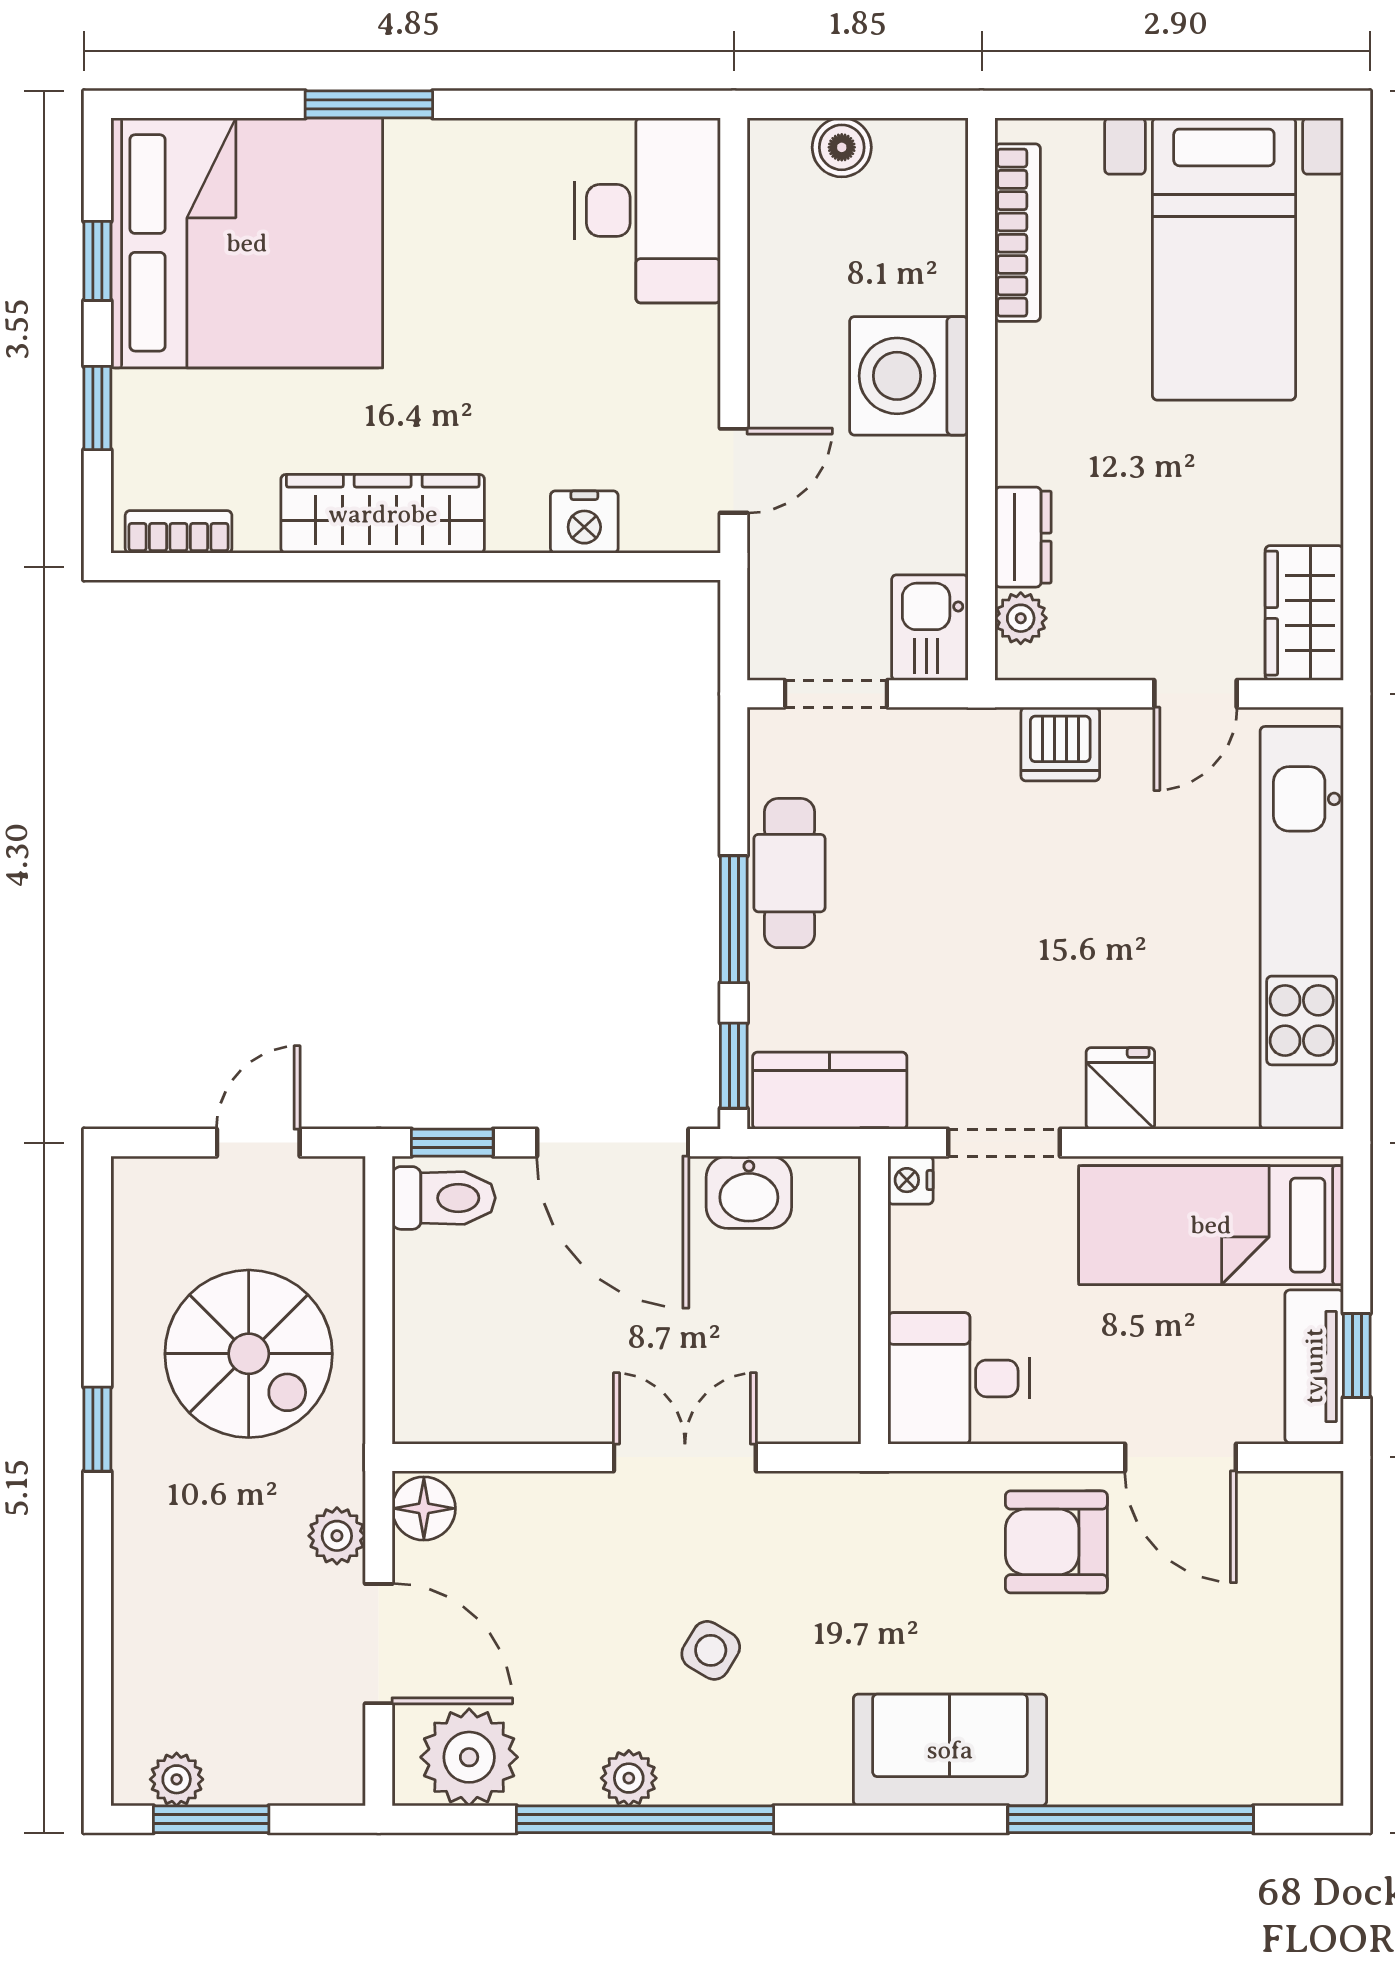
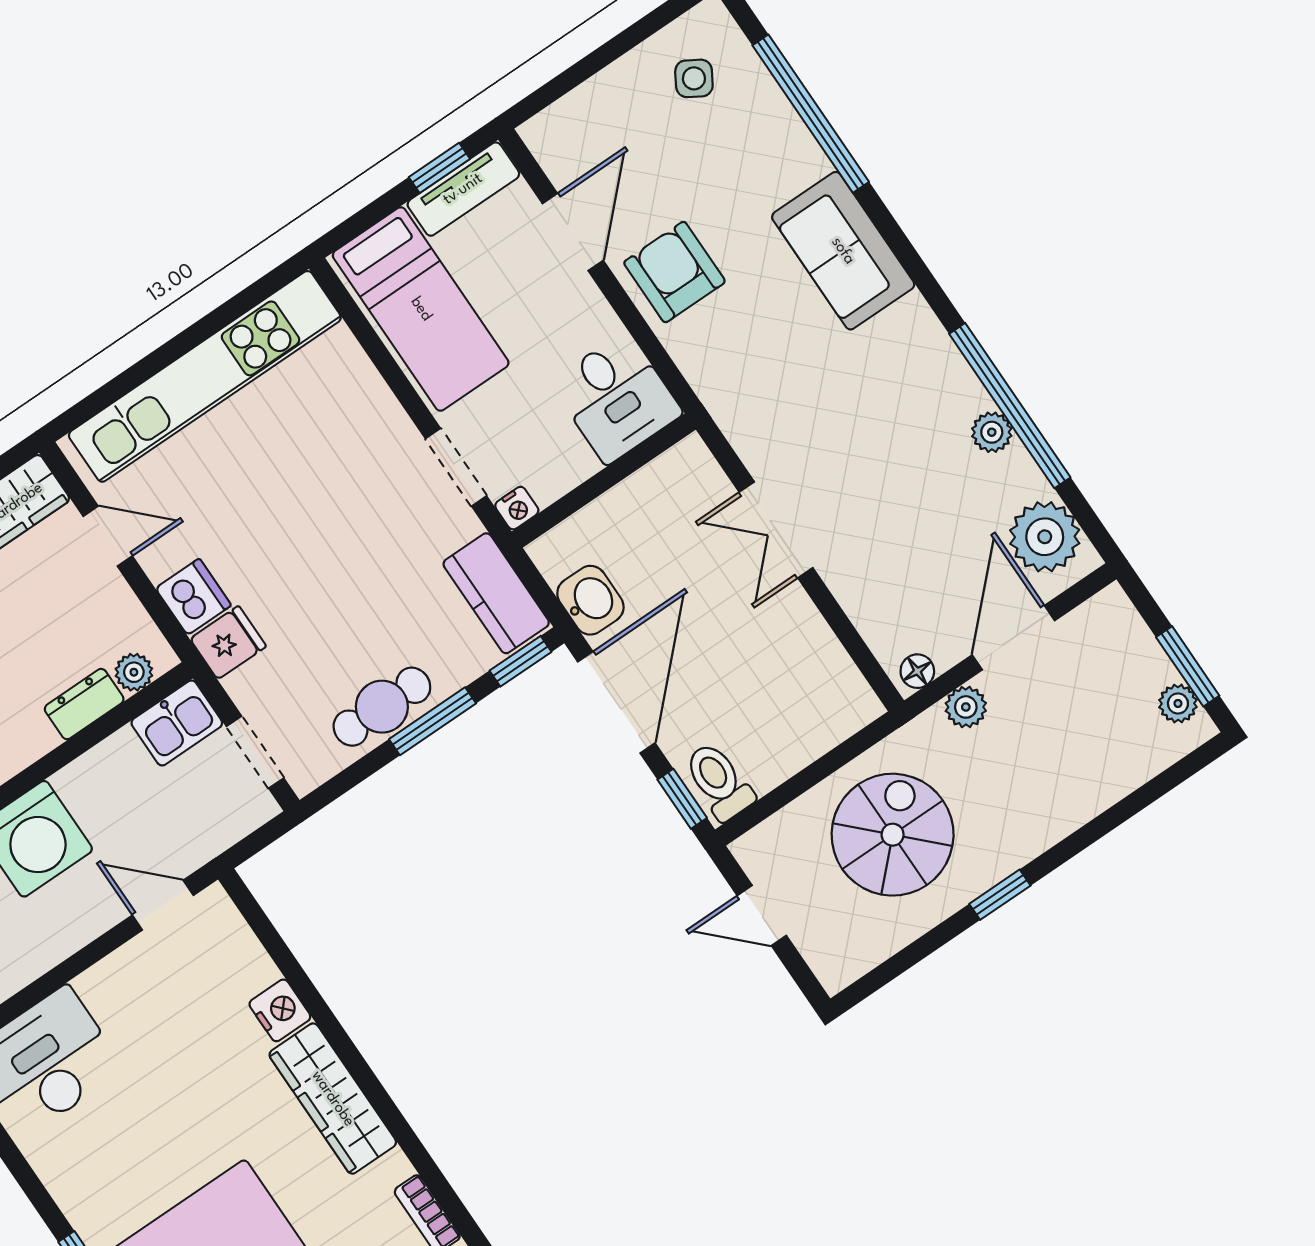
nightstand: (584, 522) -> (280, 1010), moved
fridge: (1120, 1088) -> (228, 643), moved, turned 180
floor lamp: (424, 1508) -> (917, 671), width x0.73, depth x0.73
armchair: (1056, 1542) -> (674, 272), turned 180
side table: (711, 1650) -> (694, 78), moved

